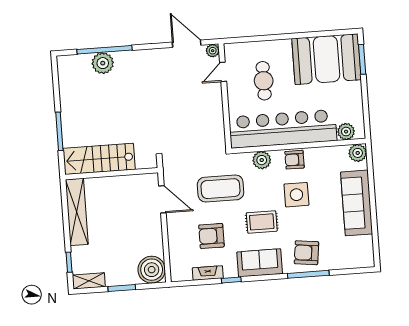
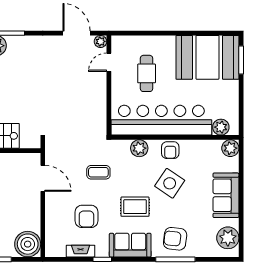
armchair: (295, 160) -> (170, 150), turned -90
coffee table: (221, 189) -> (98, 172), width x0.54, depth x0.58
side table: (296, 195) -> (170, 183), turned 34
sofa: (357, 203) -> (226, 195), width x0.73
armchair: (211, 236) -> (86, 216), turned -90
plant: (362, 248) -> (228, 238), added

